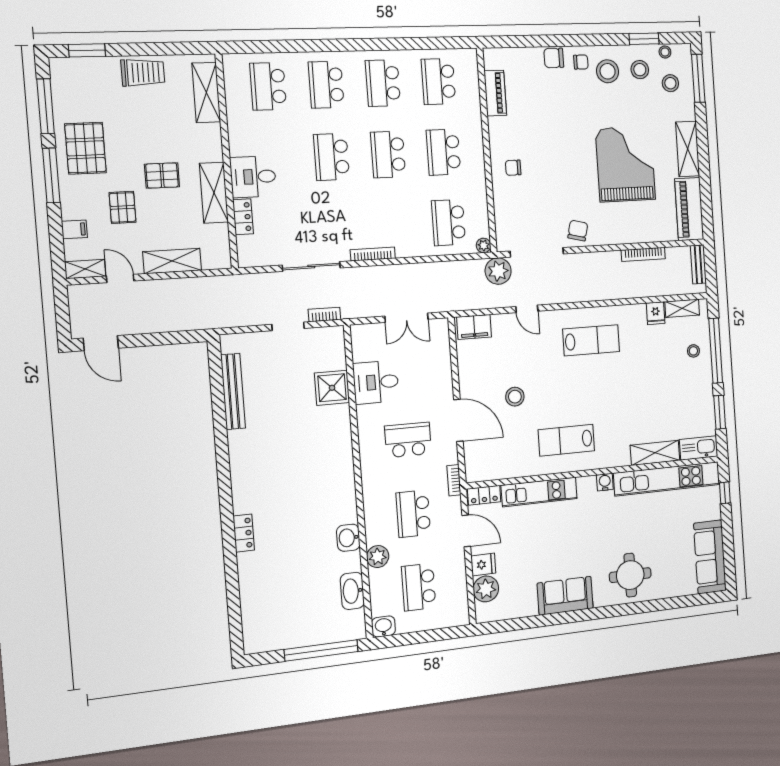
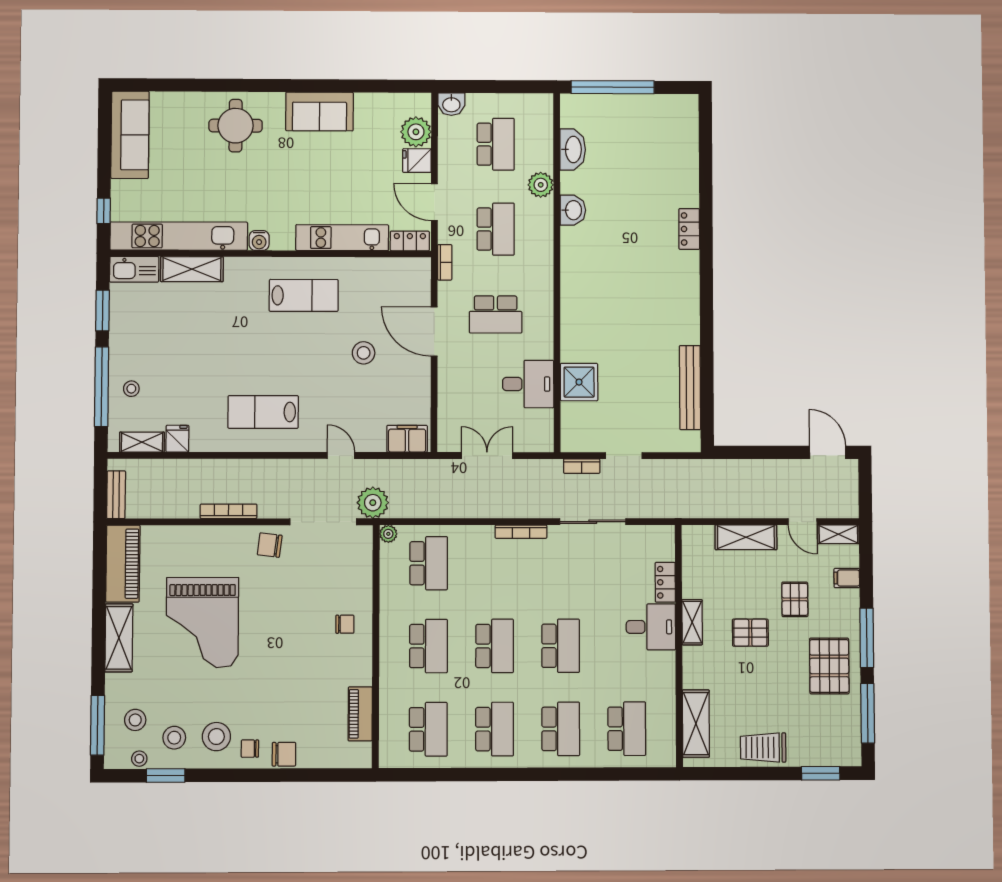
shelving: (214, 193) -> (692, 622), width x0.67, depth x0.75
chair: (578, 230) -> (270, 545), turned 83
bookcase: (643, 254) -> (229, 511), moved
washbasin: (383, 626) -> (451, 104), moved

